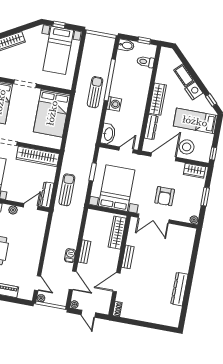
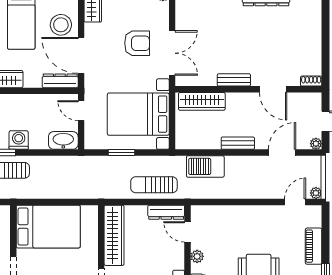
dresser: (151, 127) -> (60, 81), moved
barbecue: (70, 256) -> (205, 166), moved, width x1.88, depth x1.53

